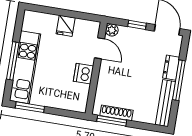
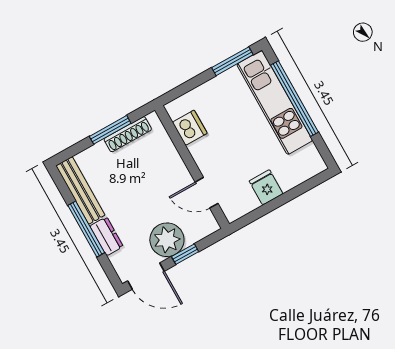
plant: (112, 30) -> (167, 240), moved, width x1.88, depth x1.88
window: (13, 61) -> (294, 99), width x1.46
dishwasher: (83, 74) -> (190, 128), moved
window: (112, 121) -> (110, 130), moved

